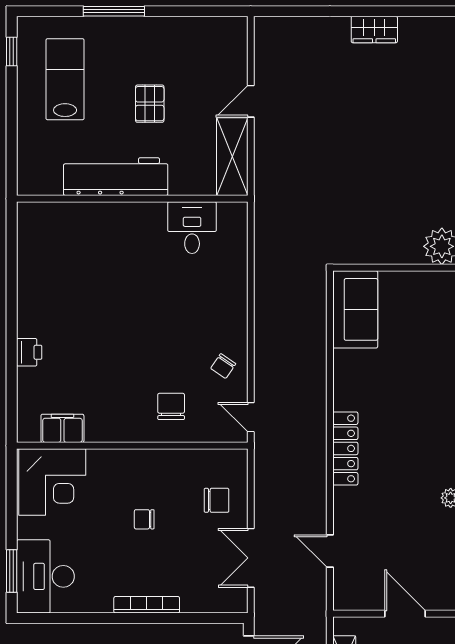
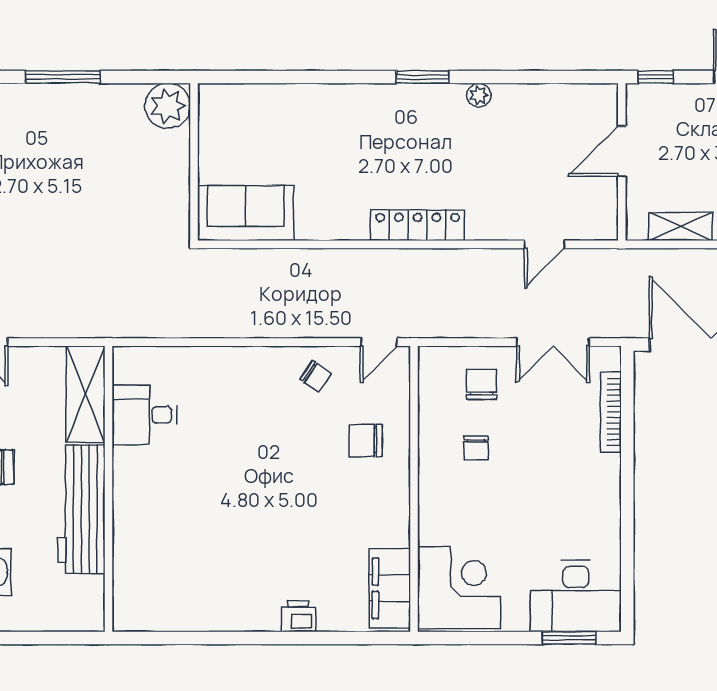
shelving: (232, 157) -> (86, 394), moved, turned 90
filing cabinet: (62, 428) -> (390, 588), width x1.50, depth x1.17
chair: (144, 519) -> (476, 448), moved
bookcase: (147, 605) -> (611, 412), moved

